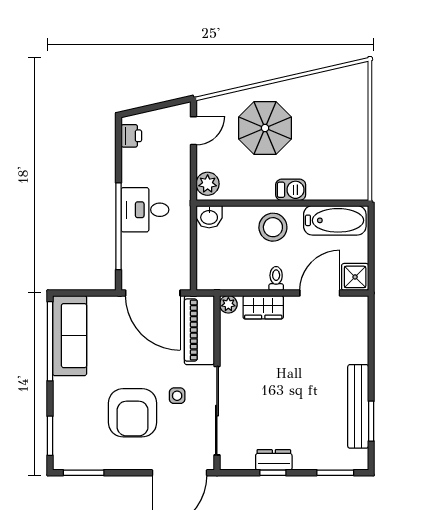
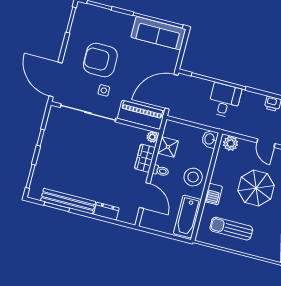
sun lounger: (336, 149) -> (231, 229), added
shower: (355, 277) -> (168, 147), moved
dresser: (274, 460) -> (106, 211), moved, turned -90

